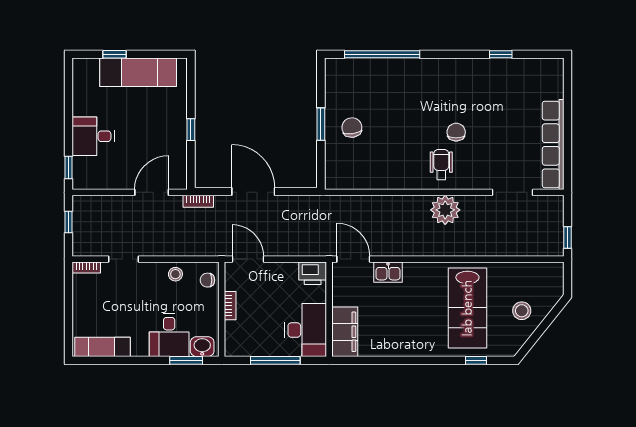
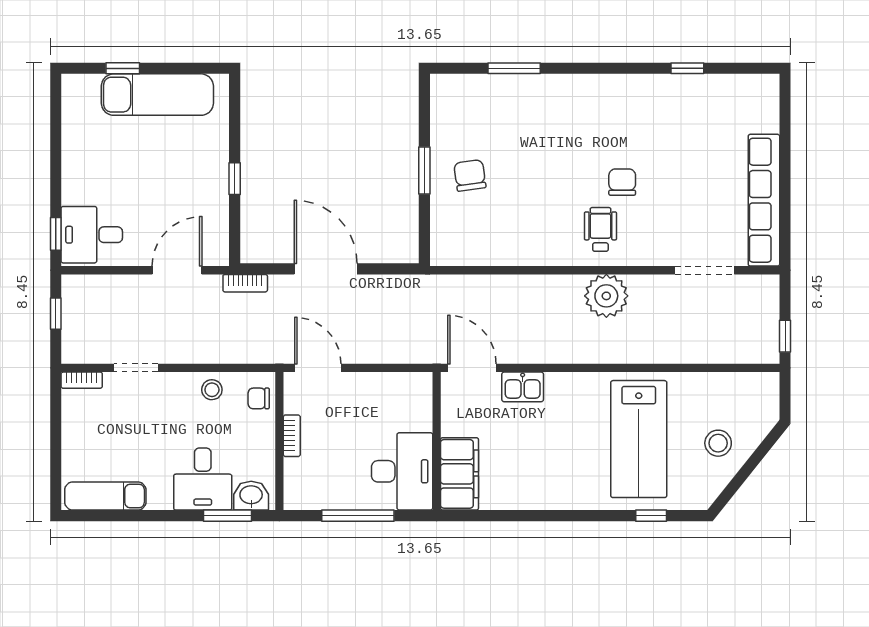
window: (382, 54) -> (514, 68), width x0.47
desk: (93, 136) -> (92, 235), moved
printer: (313, 273) -> (413, 388), removed

